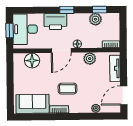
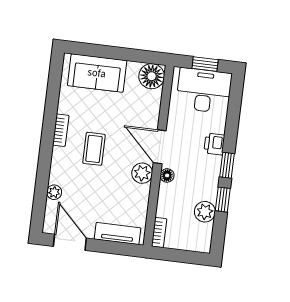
window: (100, 10) -> (223, 200), moved
printer: (55, 22) -> (214, 144), width x0.53, depth x0.68
plant: (90, 59) -> (142, 173), moved
floor lamp: (32, 61) -> (152, 76), moved
sofa: (33, 104) -> (97, 73), moved, turned 90

